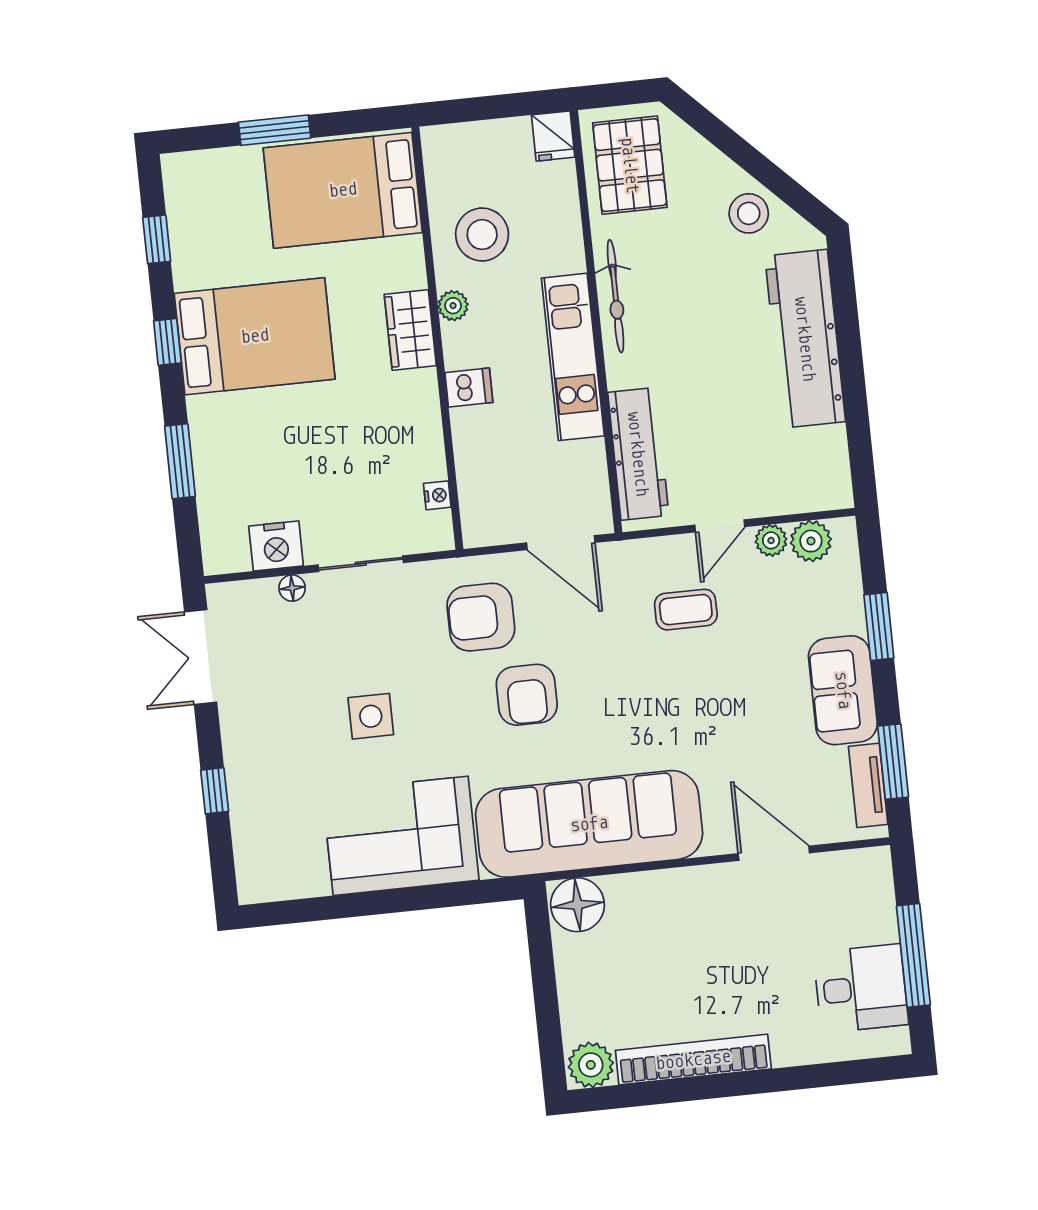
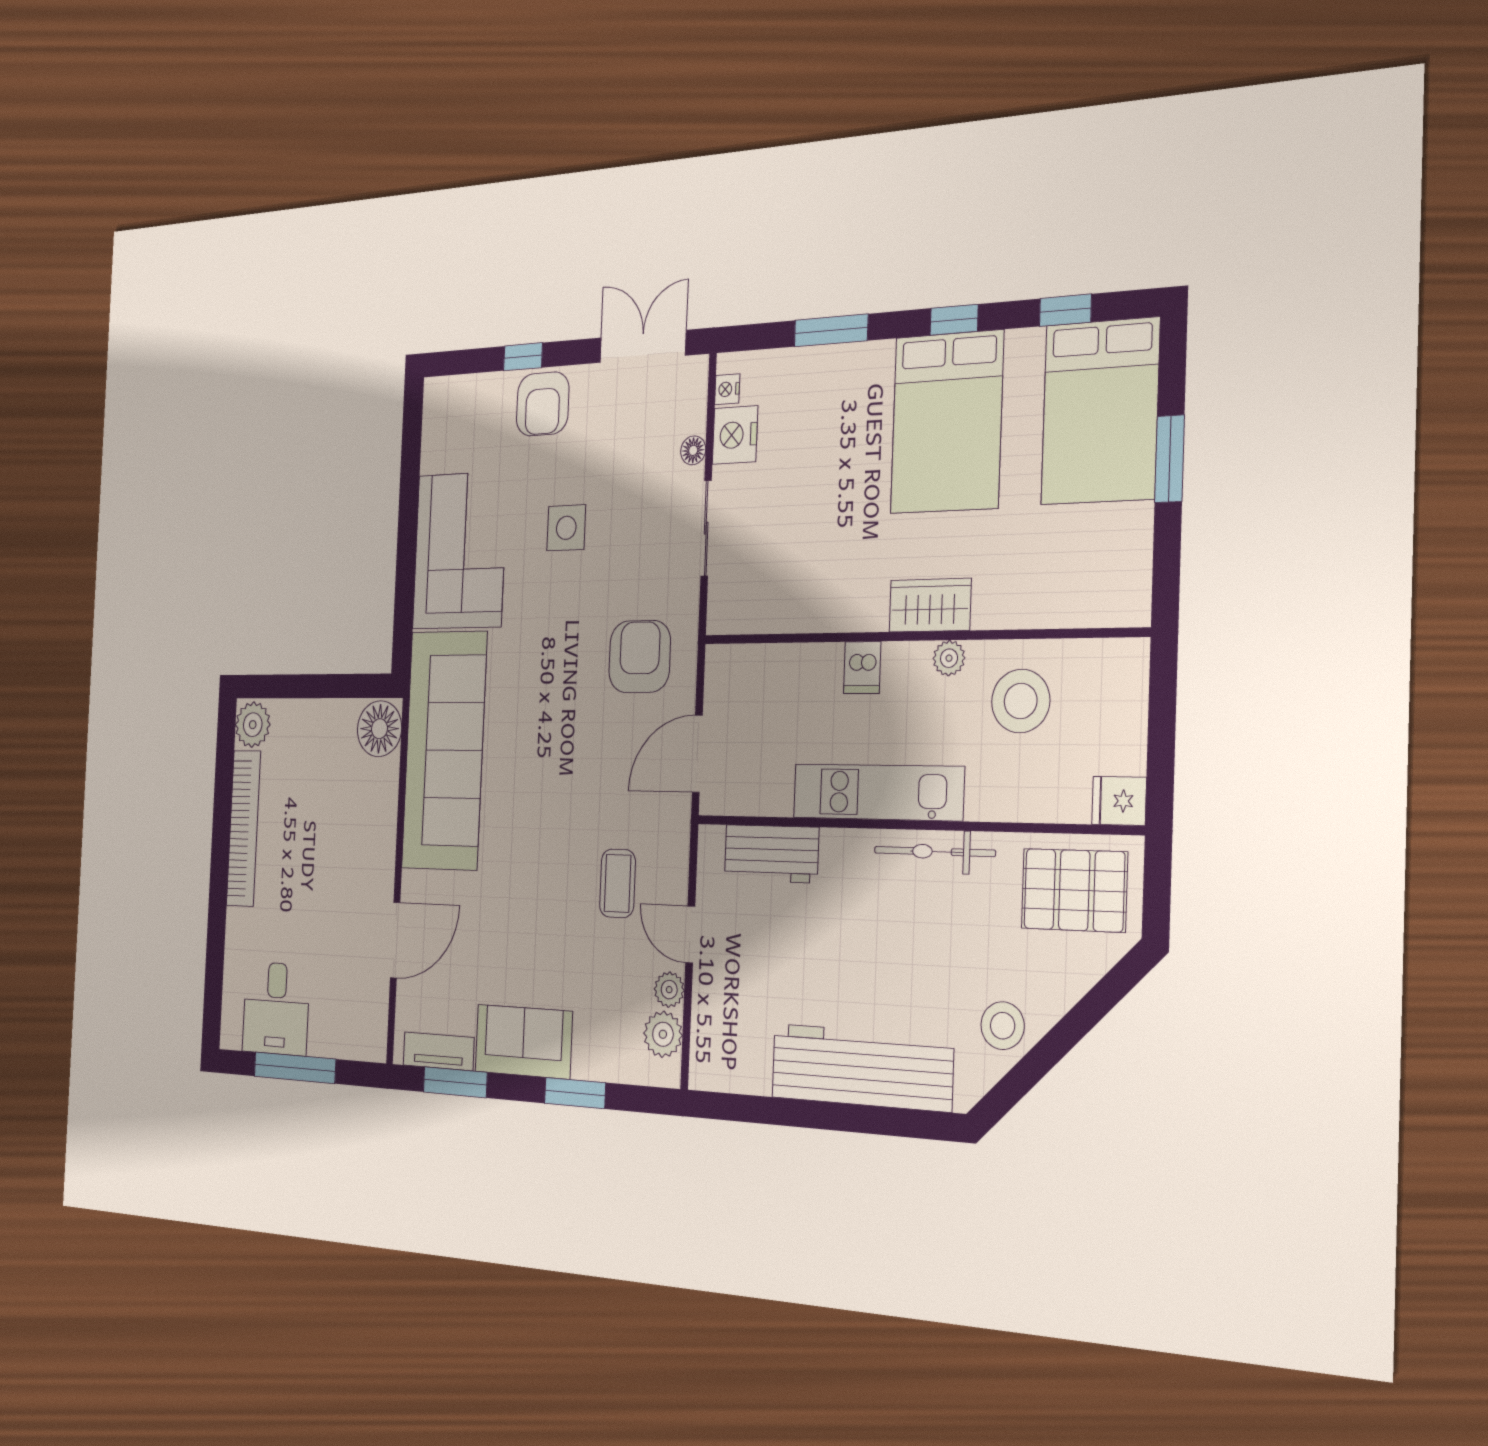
bed: (343, 190) -> (1100, 411), moved, turned 180
workbench: (638, 454) -> (771, 854), width x0.73
nightstand: (437, 495) -> (727, 389), moved, turned 90
armchair: (527, 695) -> (543, 404), moved, turned -90

